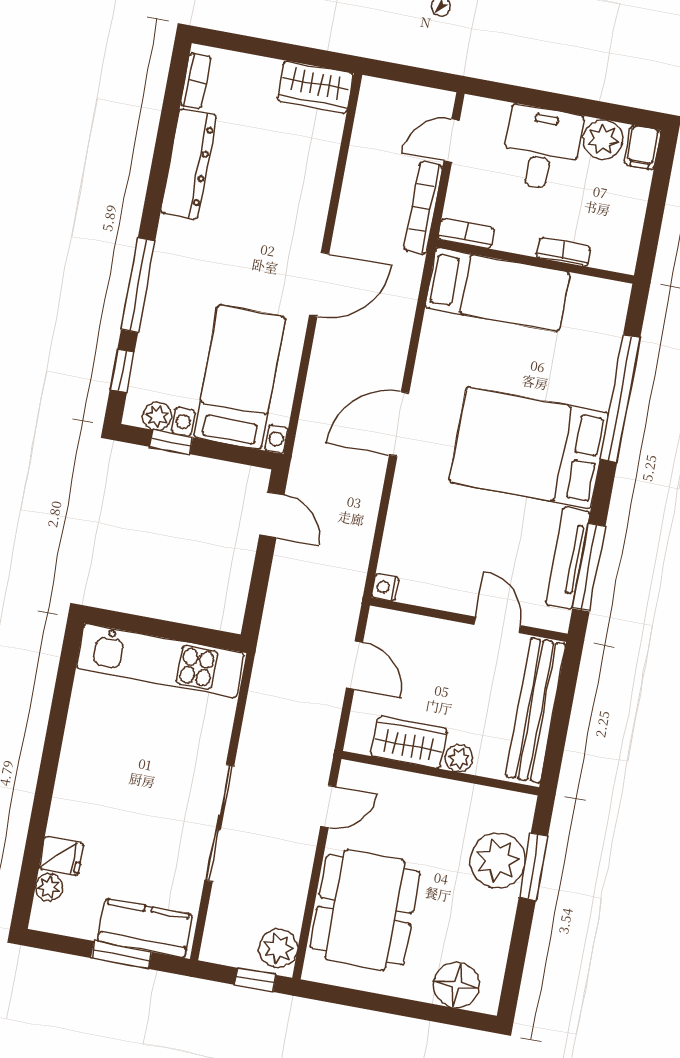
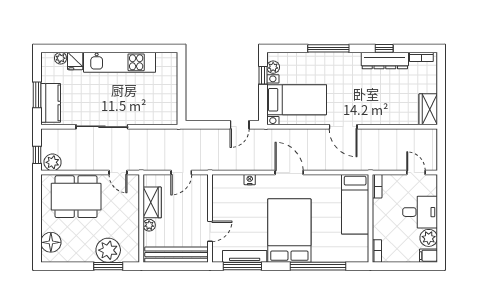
bookcase: (423, 208) -> (385, 166), removed
bookcase: (563, 252) -> (377, 251), moved
window: (122, 371) -> (384, 48), moved
nightstand: (385, 587) -> (250, 180), moved
kitchen unit: (160, 661) -> (120, 62), moved, turned -90

